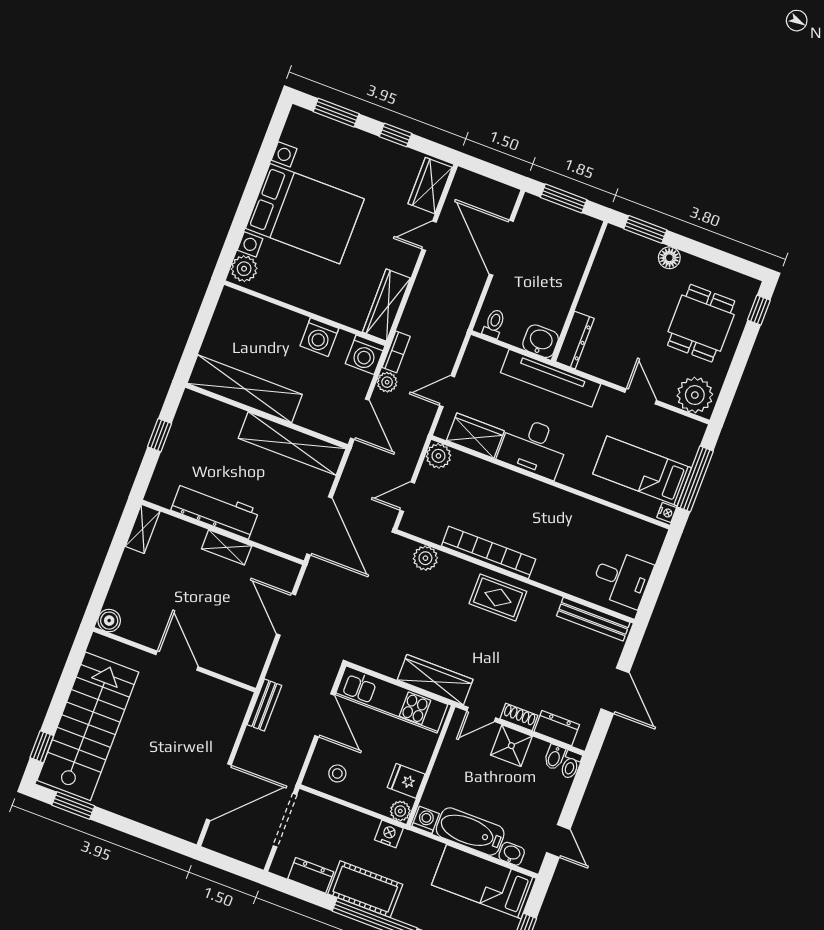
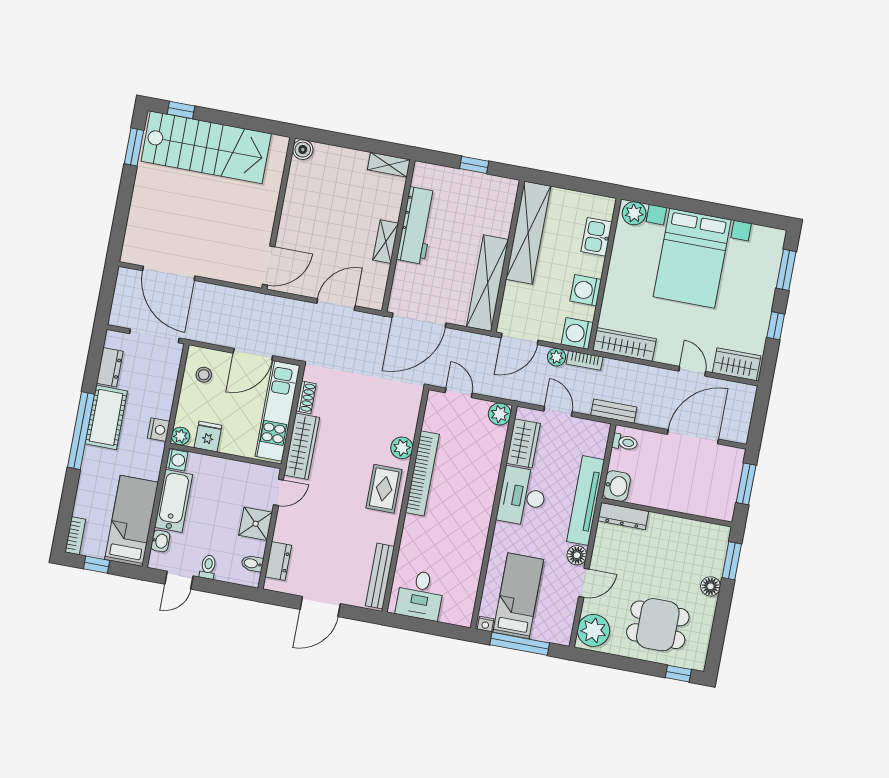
kitchen sink: (263, 315) -> (597, 237), added
floor lamp: (609, 399) -> (577, 555), added
plant: (425, 558) -> (402, 448), moved
door: (177, 661) -> (269, 265), moved
bench: (264, 705) -> (614, 411), moved
door: (481, 714) -> (278, 492), swing flipped
shoe rack: (519, 717) -> (306, 397), moved
toilet: (571, 765) -> (208, 567), moved, turned 90

